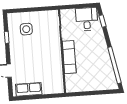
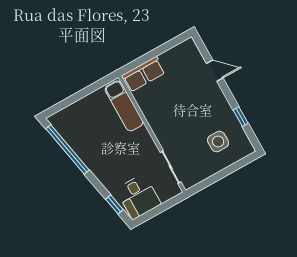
exam couch: (69, 57) -> (124, 106), moved
row of seats: (29, 89) -> (143, 74), moved

